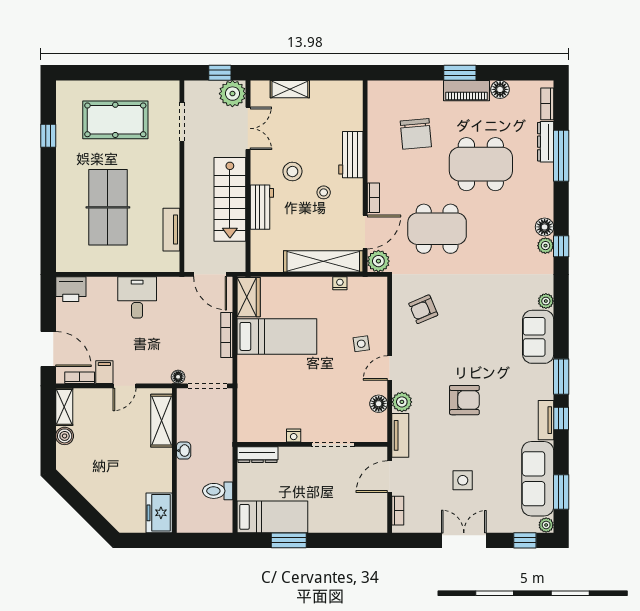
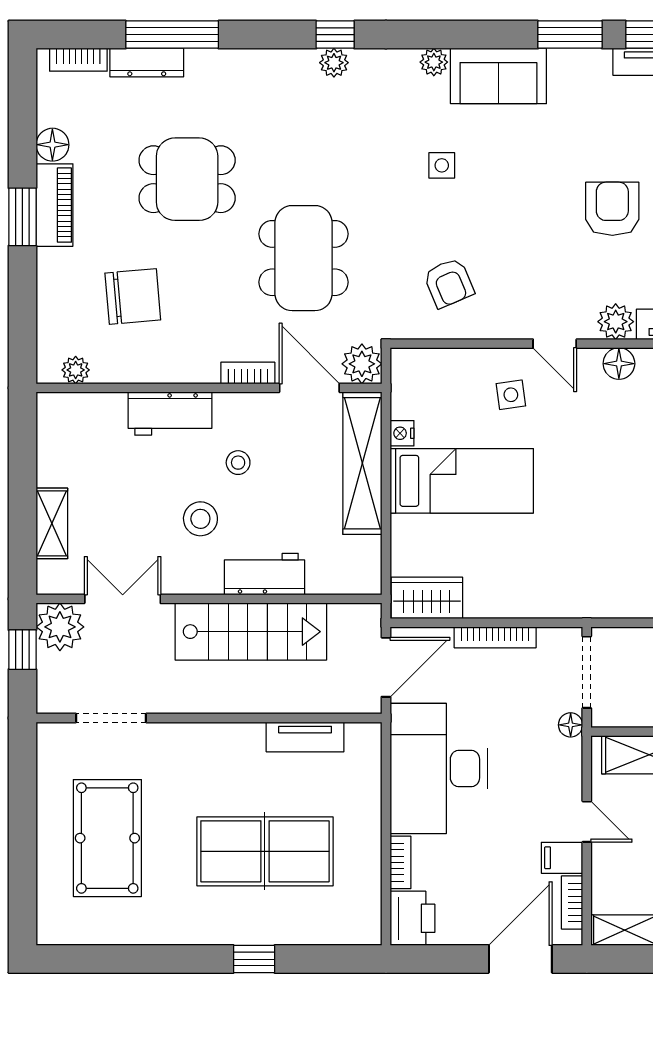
plant: (375, 102) -> (76, 370), added
window: (48, 136) -> (254, 959), moved
dining table: (481, 164) -> (187, 179), width x0.73
floor lamp: (545, 227) -> (300, 64), removed
bookcase: (102, 282) -> (400, 862), added
desk: (137, 297) -> (439, 768), width x1.87, depth x1.30
side table: (489, 305) -> (442, 165), added
bed: (277, 336) -> (462, 481), moved, turned 90

